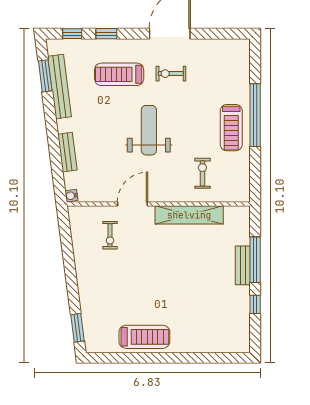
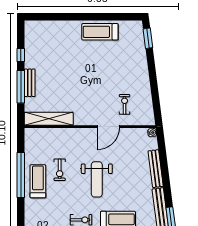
window: (255, 115) -> (21, 175), moved
bench: (67, 152) -> (156, 169), width x1.36
exercise bike: (202, 173) -> (60, 170), moved
shelving: (189, 215) -> (49, 119), moved

